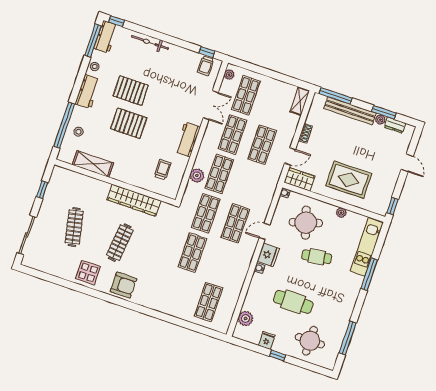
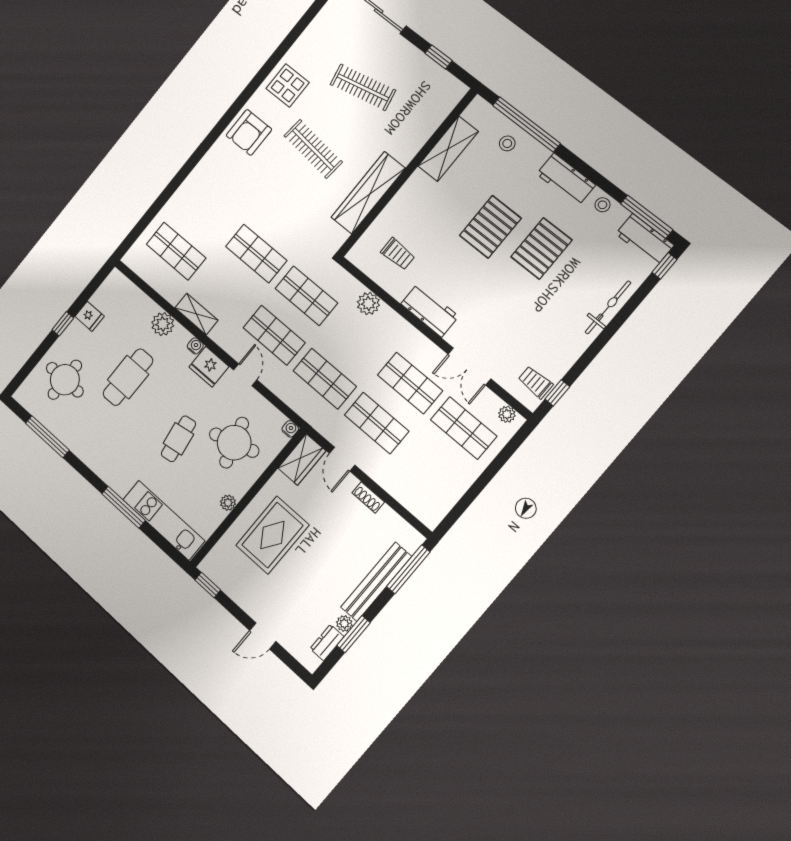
shelving: (300, 101) -> (196, 314), moved
shop shelf: (219, 174) -> (325, 379), moved
plant: (245, 319) -> (163, 324), moved

